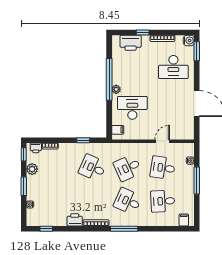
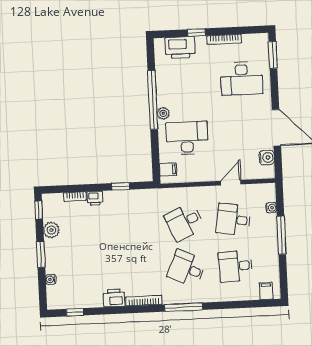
water cooler: (189, 41) -> (267, 158), moved
printer: (36, 148) -> (95, 198), moved
desk: (93, 168) -> (136, 224), removed

